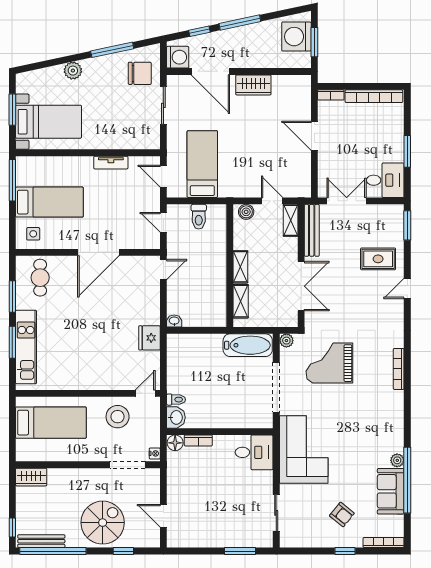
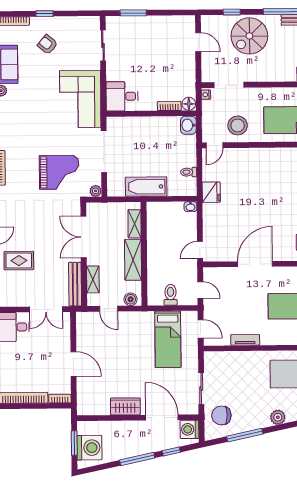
shelving: (291, 220) -> (93, 279), moved
shelving: (240, 267) -> (133, 260), width x1.50, depth x1.33
bathtub: (248, 345) -> (146, 187), moved
toilet: (176, 400) -> (189, 172), moved

